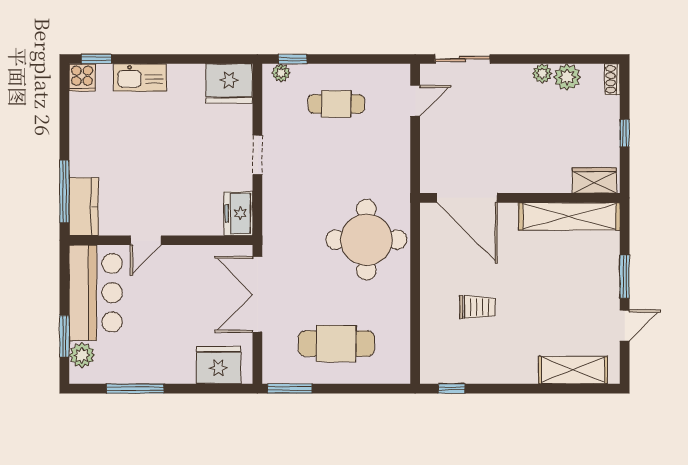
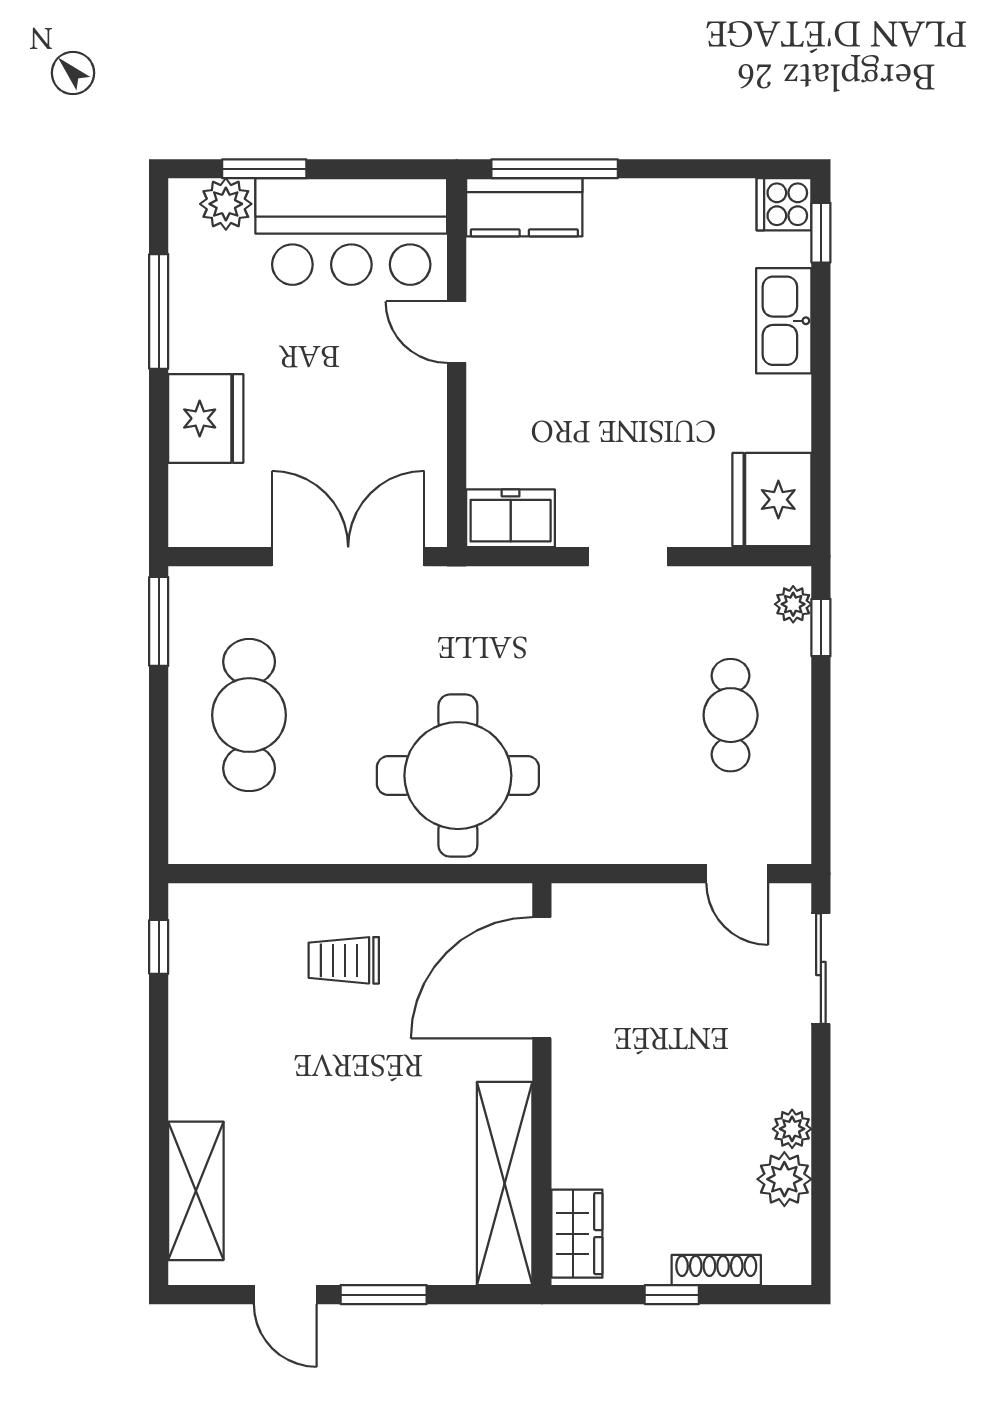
shoe rack: (612, 79) -> (716, 1270), moved, width x1.43
trolley: (477, 307) -> (344, 960), moved, turned 90
fridge: (218, 365) -> (206, 418), moved

